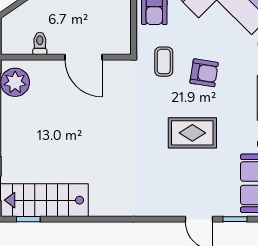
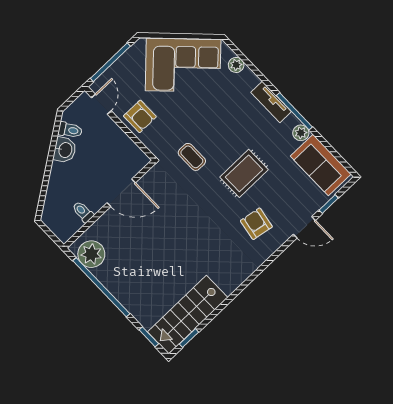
coffee table: (164, 62) -> (192, 157), moved
armchair: (204, 73) -> (256, 224), moved, turned -89

